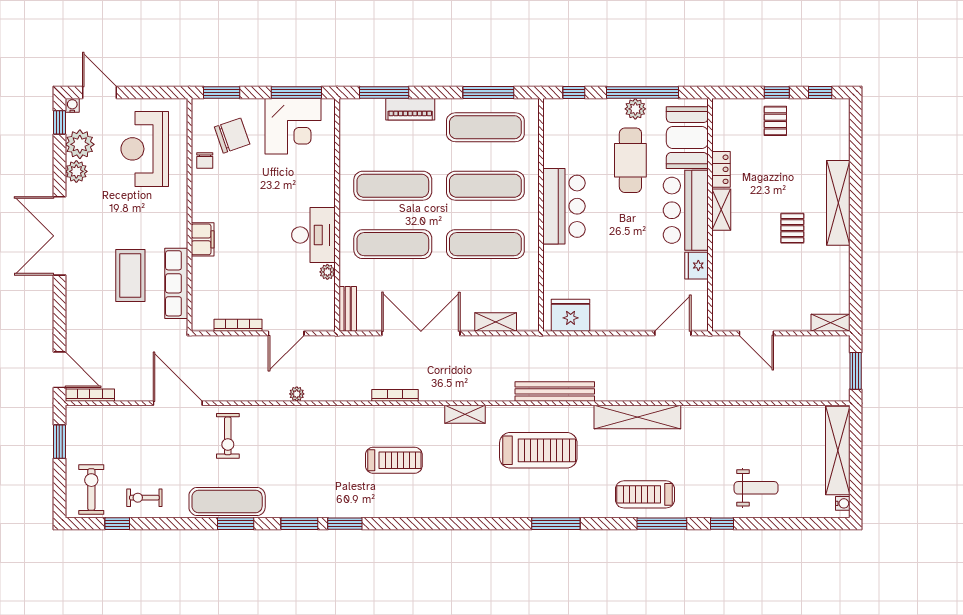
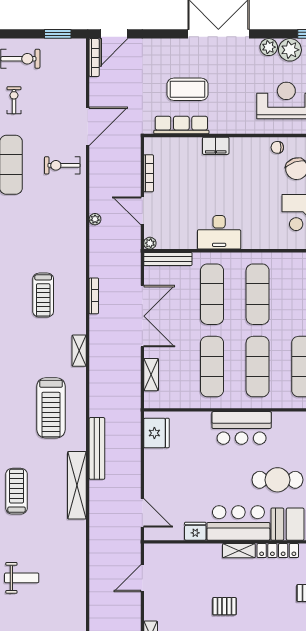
locker: (721, 169) -> (278, 551), width x1.53
plant: (327, 272) -> (150, 243), moved
bench: (348, 309) -> (168, 259), width x1.36
bench: (555, 391) -> (97, 448), moved
weight bench: (756, 488) -> (22, 578), turned -90

